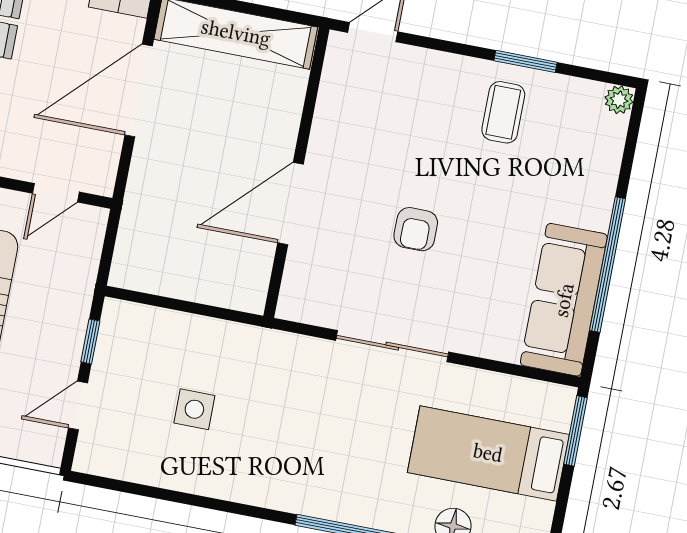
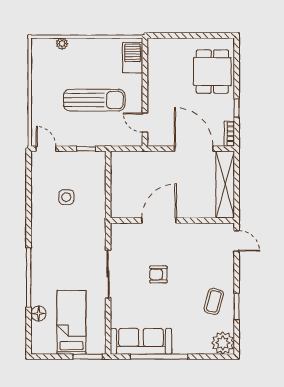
plant: (619, 100) -> (223, 343), width x1.88, depth x1.88
coffee table: (503, 112) -> (214, 301), turned -75
door: (290, 204) -> (159, 221), hinge flipped
door: (78, 406) -> (46, 149), moved

